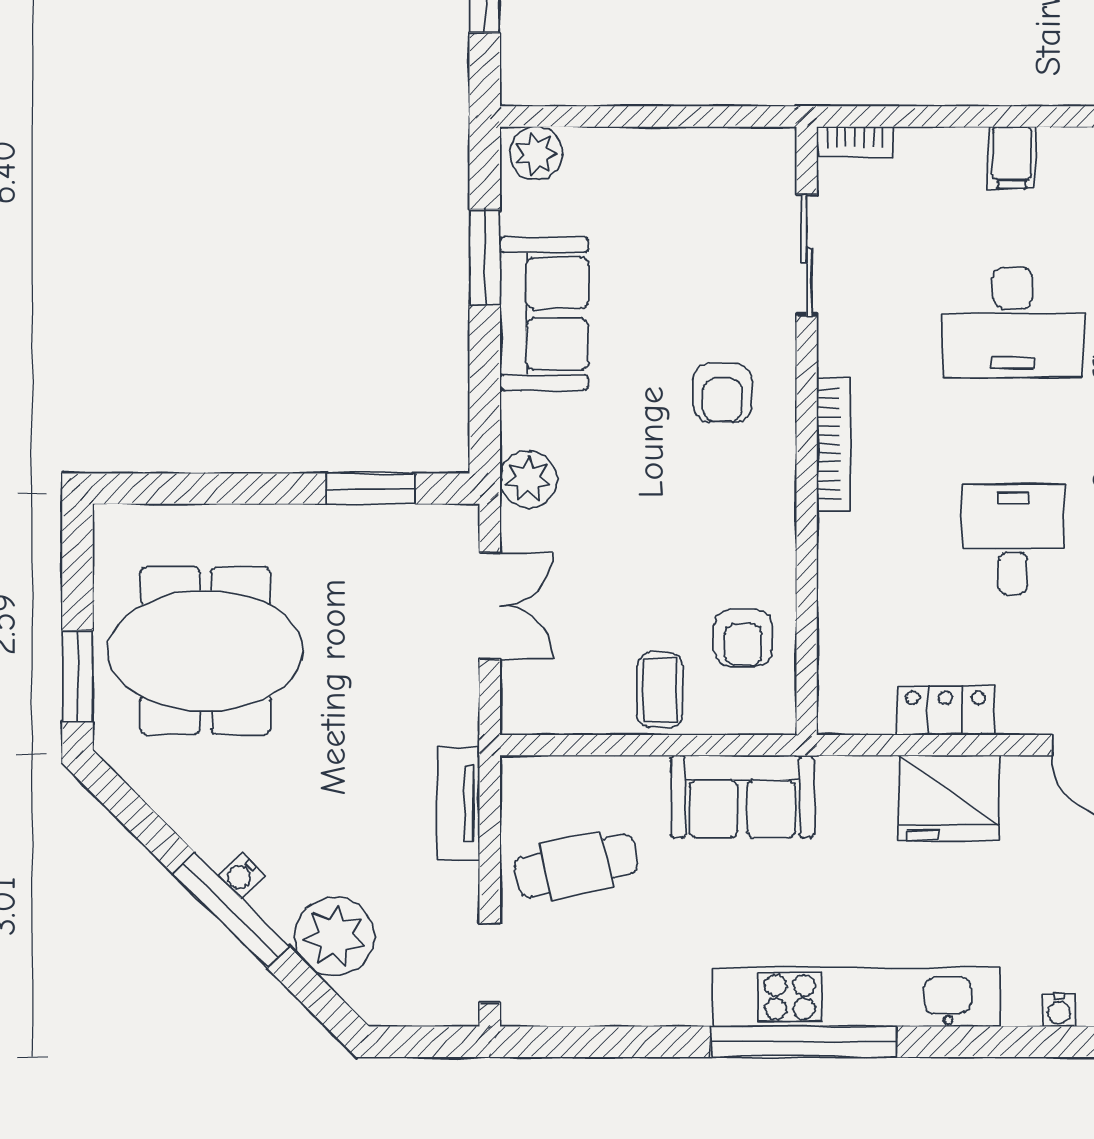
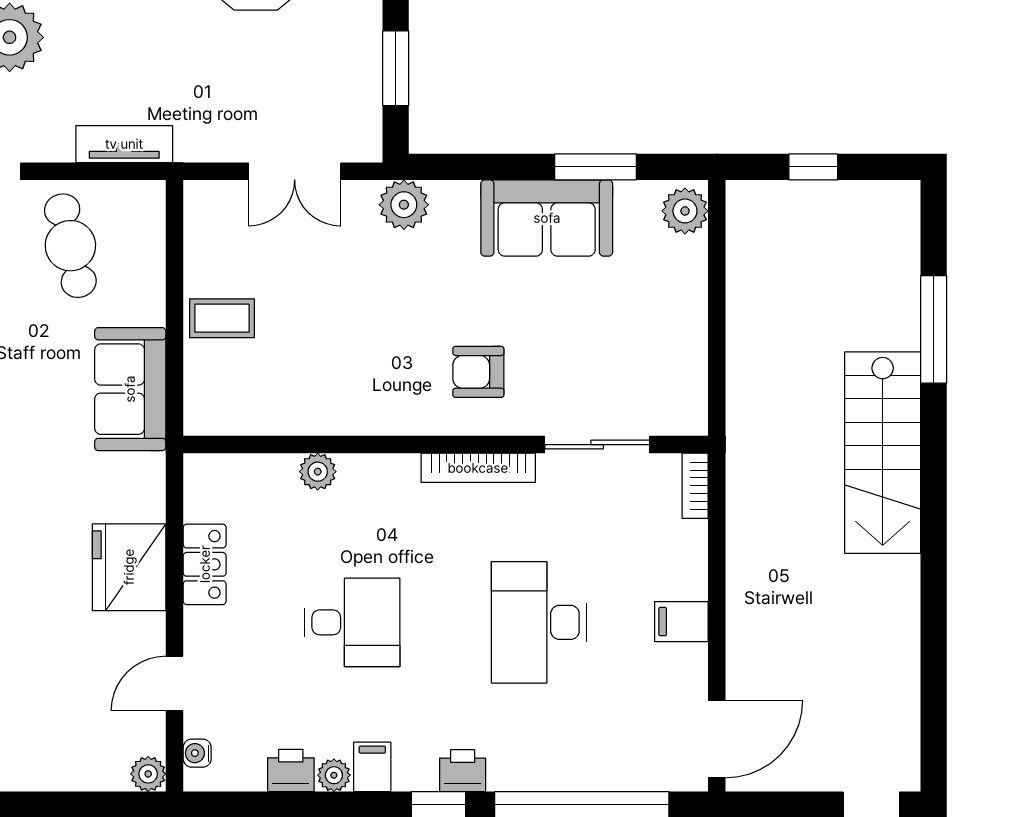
bookcase: (834, 444) -> (478, 468), moved
plant: (838, 579) -> (318, 472), added
armchair: (743, 638) -> (267, 390), removed

